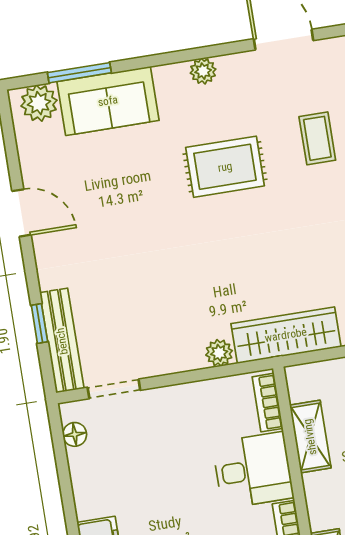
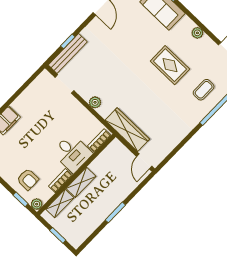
plant: (219, 353) -> (95, 102), moved
floor lamp: (75, 434) -> (39, 82), removed
shelving: (310, 437) -> (81, 182), moved

